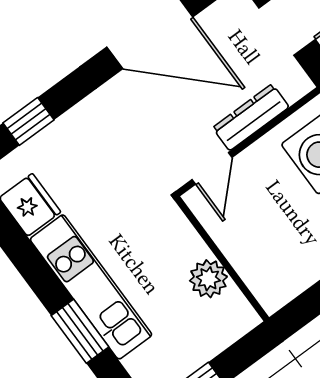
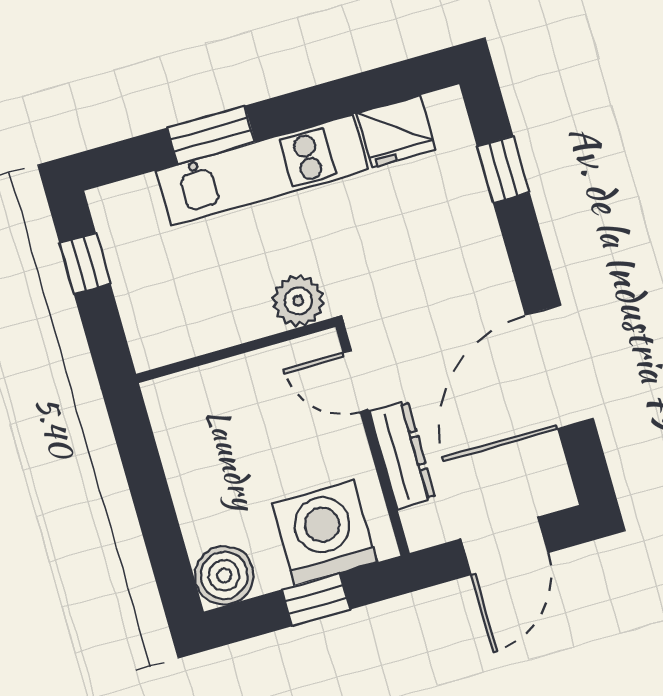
plant: (208, 279) -> (298, 301), moved

